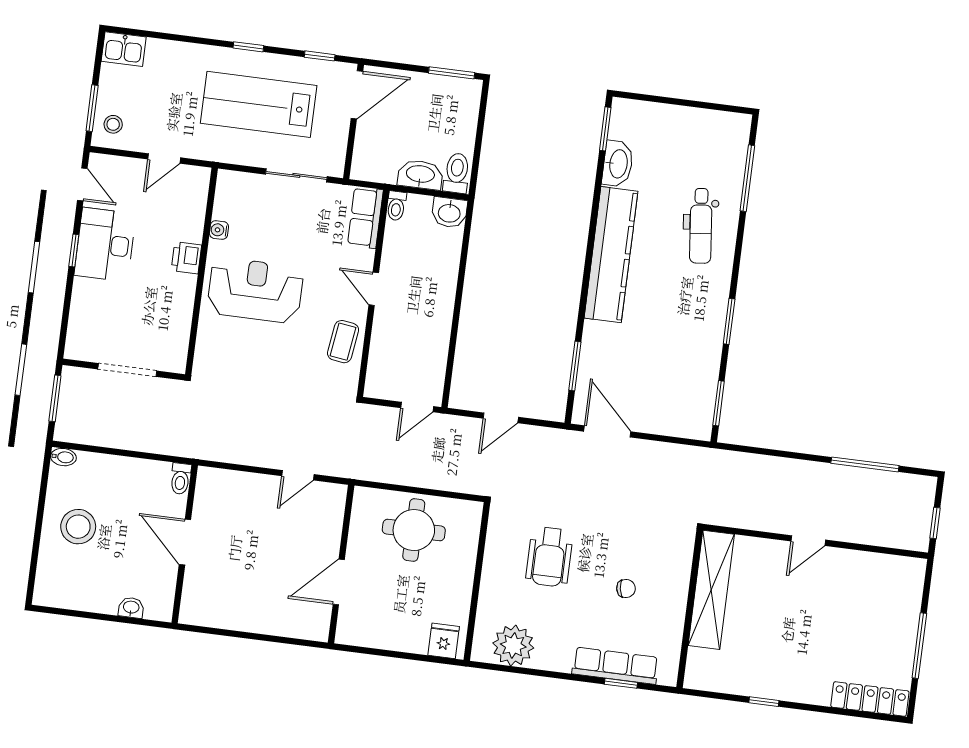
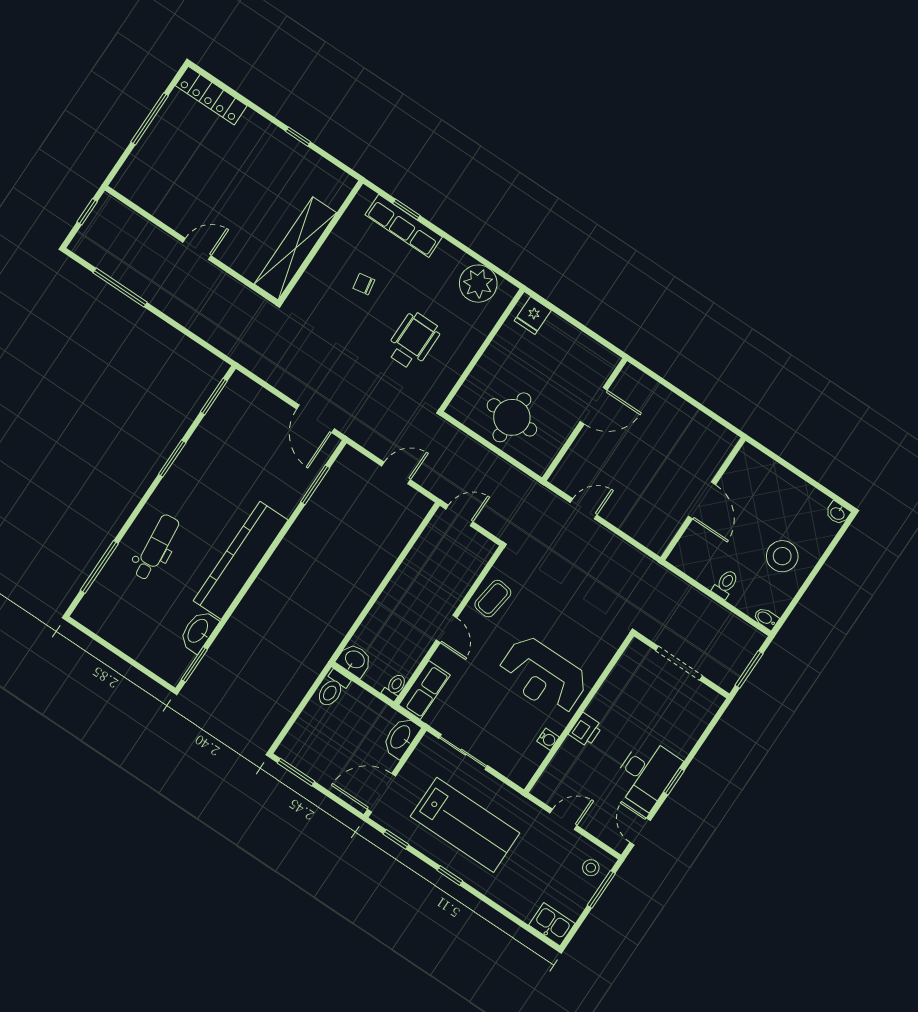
washbasin: (420, 175) -> (401, 737), moved, turned 90
toilet: (180, 479) -> (725, 584), moved
washbasin: (131, 608) -> (838, 513), moved

